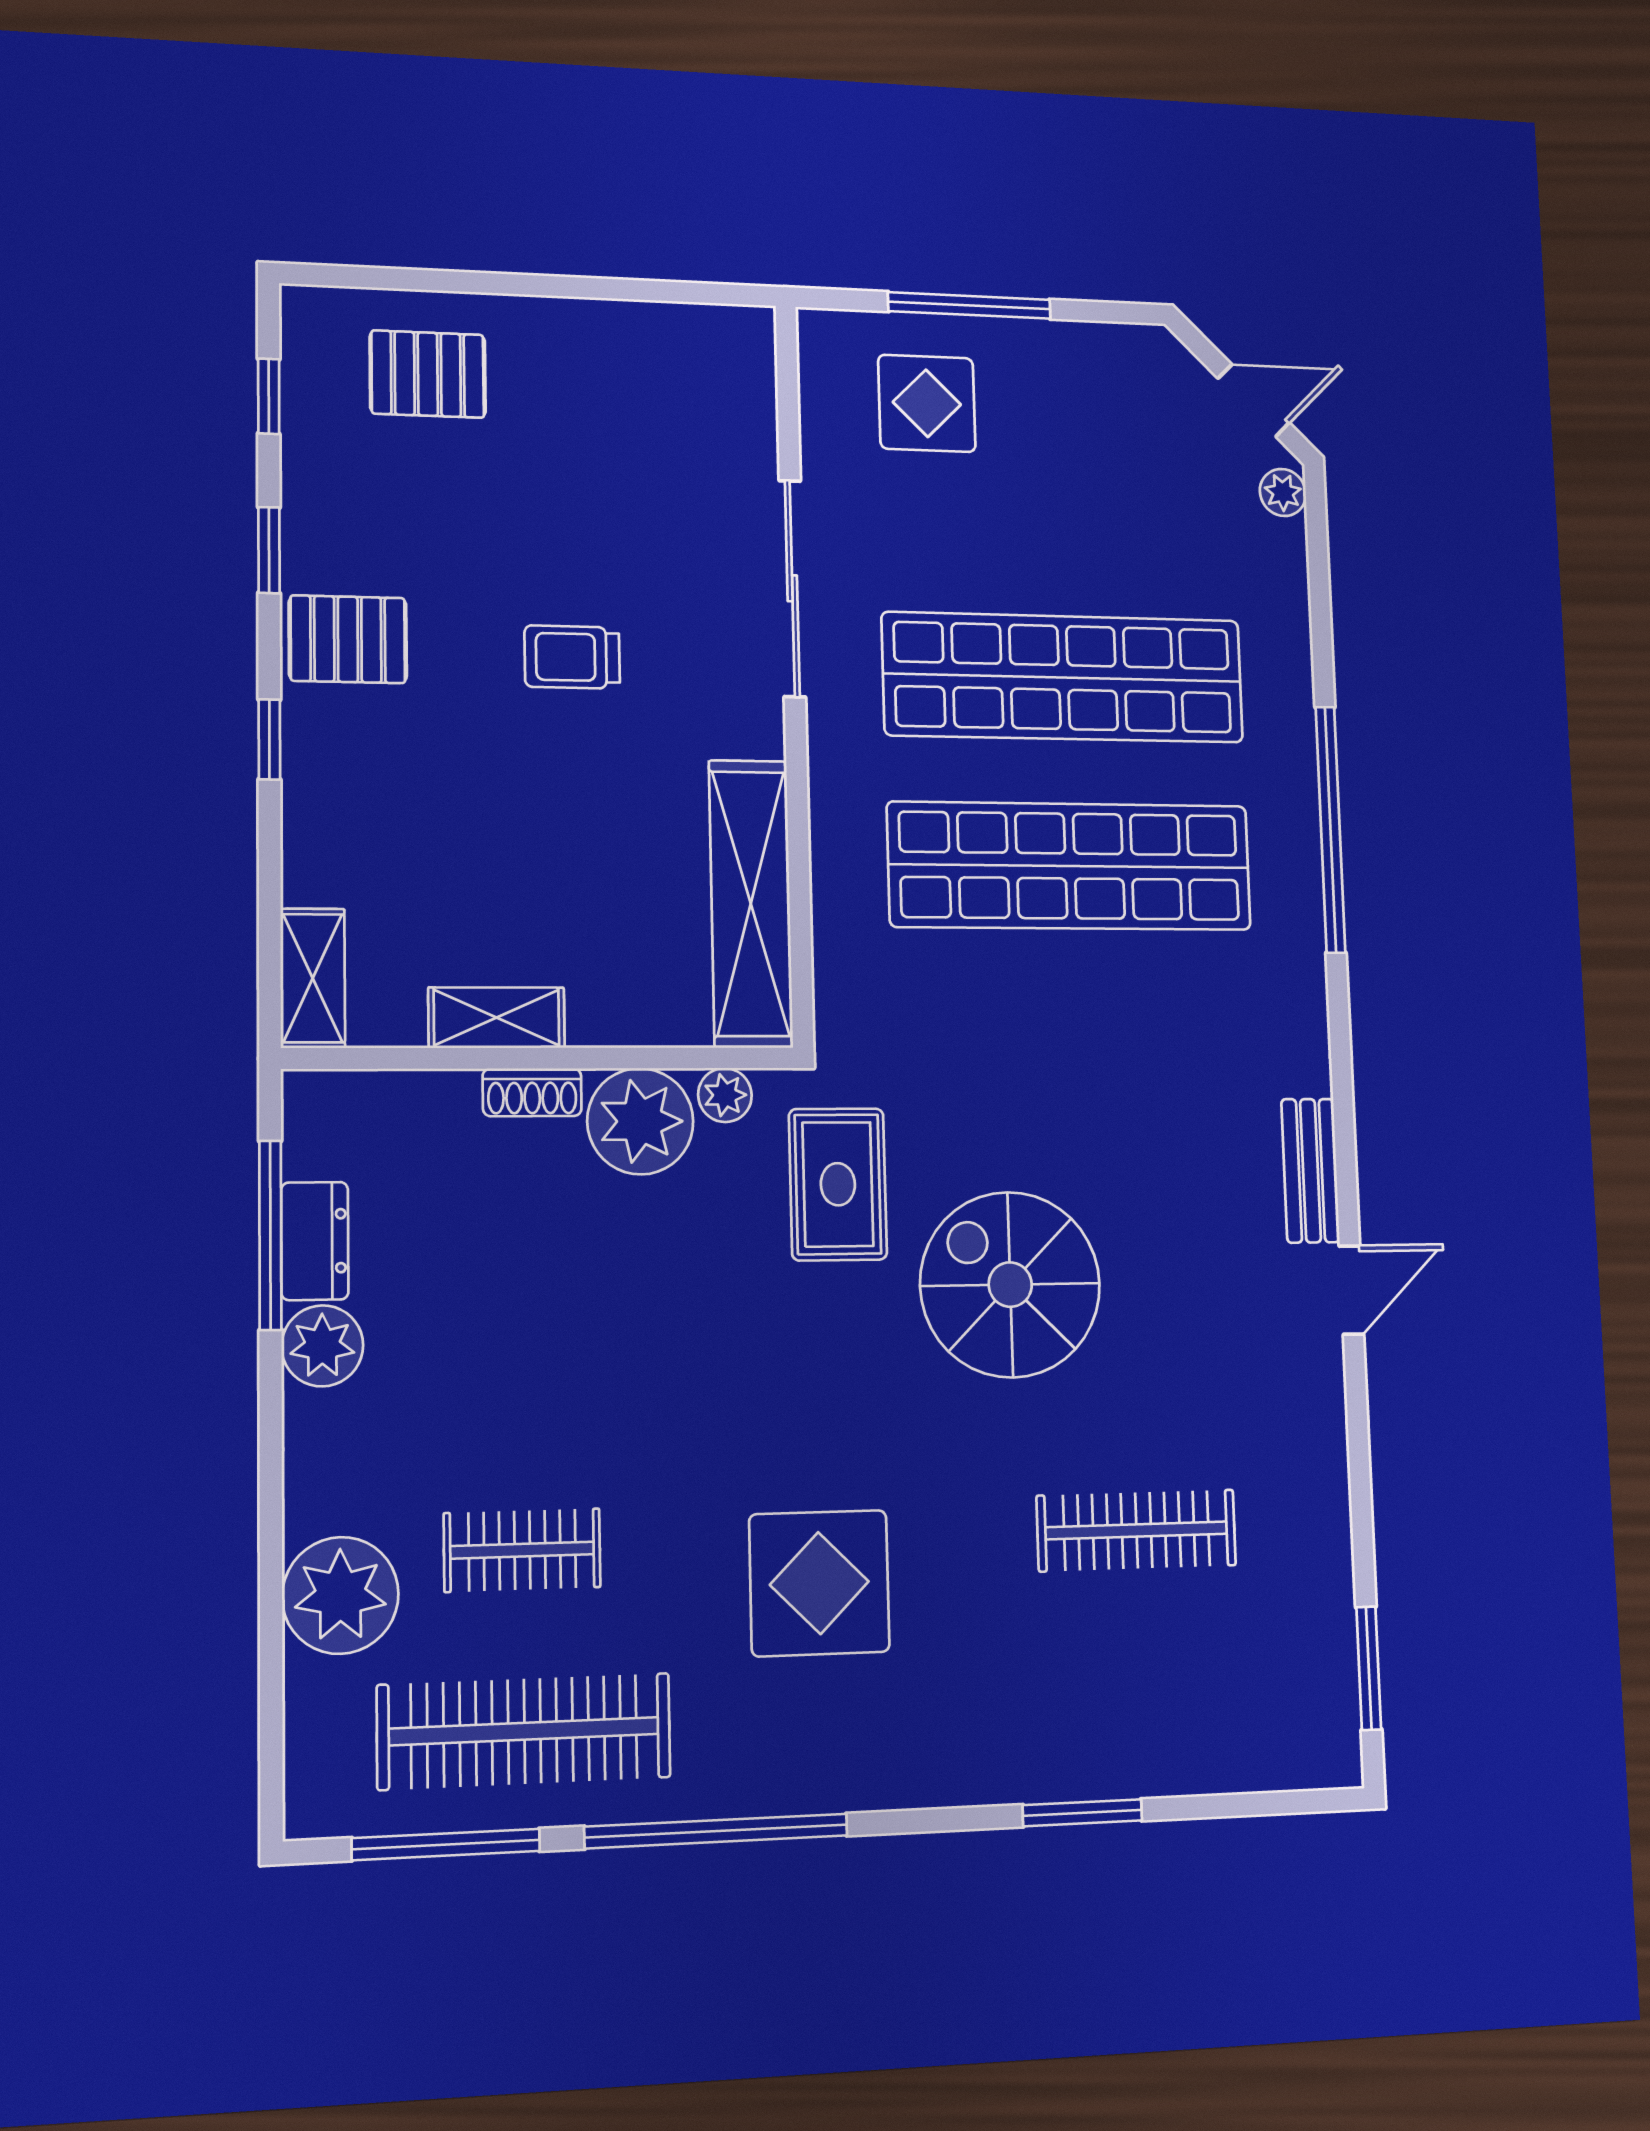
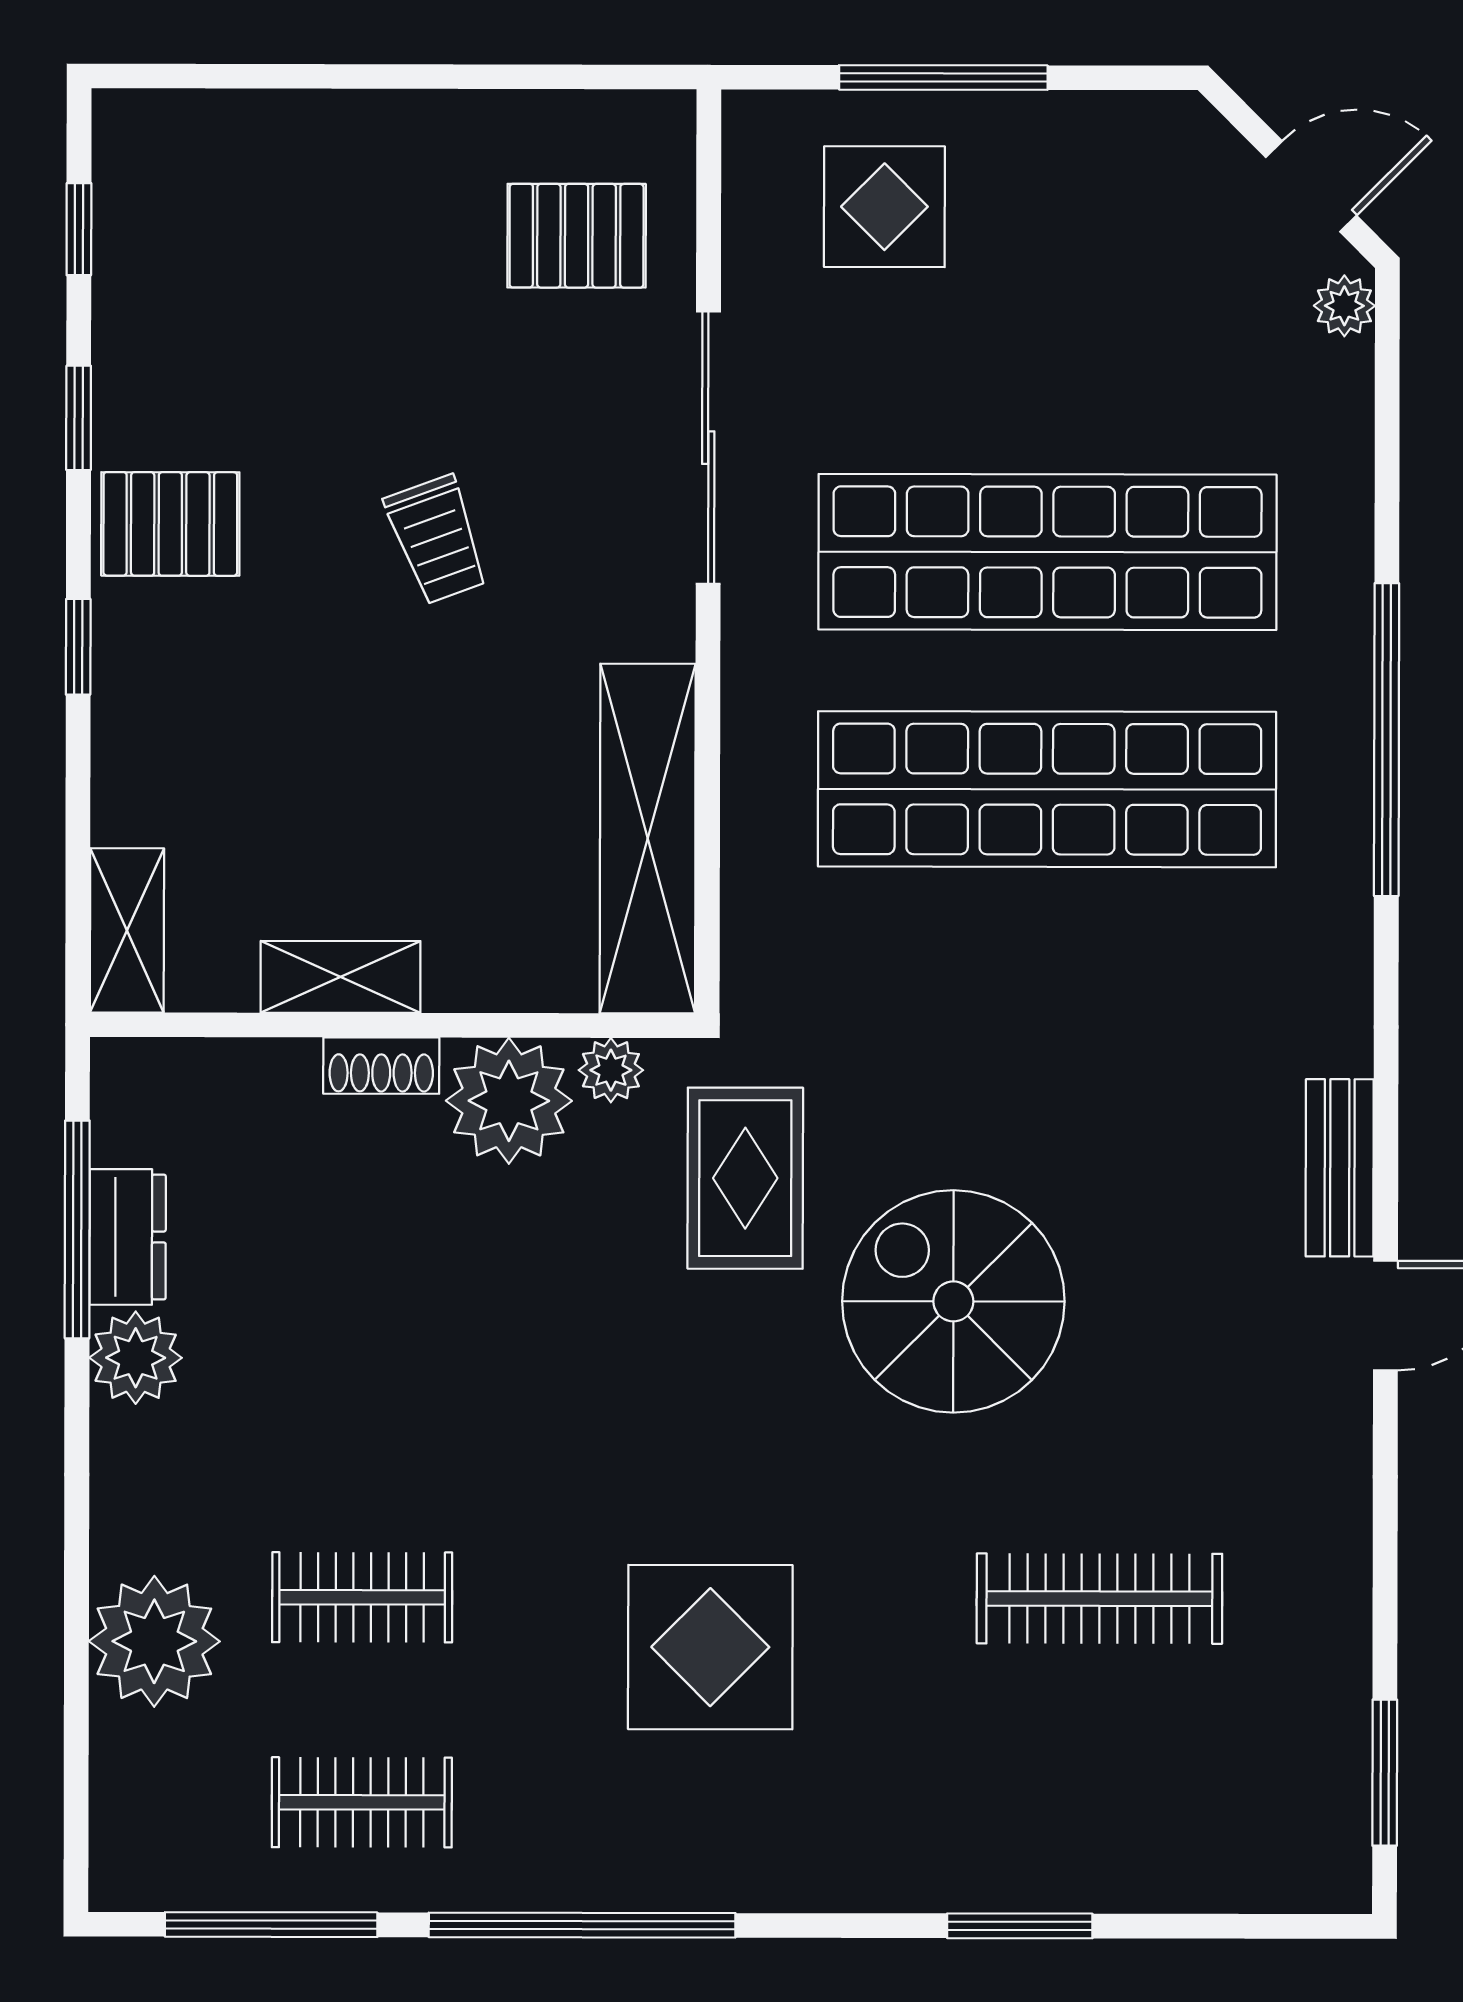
pallet: (428, 374) -> (577, 236), moved
trolley: (572, 657) -> (437, 540), turned -110
clothes rail: (524, 1731) -> (362, 1802), width x0.54, depth x0.76

